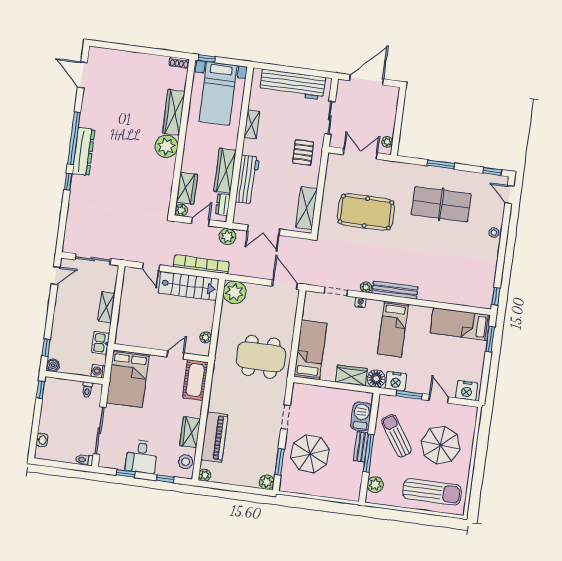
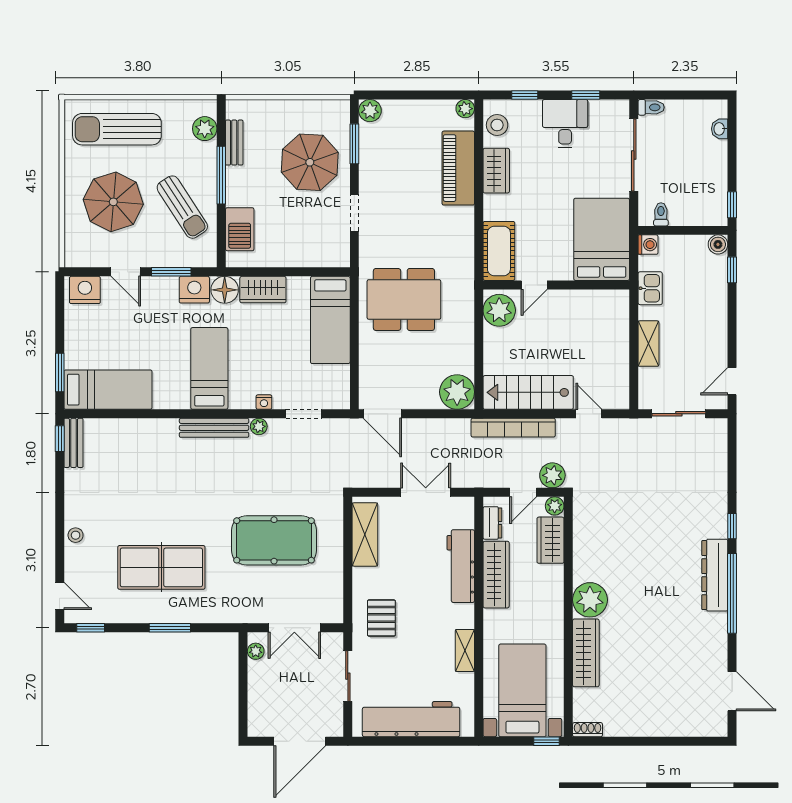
plant: (227, 236) -> (552, 475), moved
bench: (487, 293) -> (73, 443), added
plant: (206, 337) -> (499, 310), width x1.88, depth x1.88
bench: (361, 447) -> (234, 143), moved

